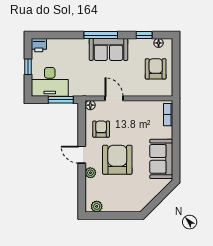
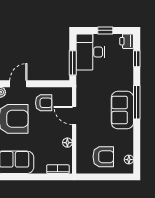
window: (144, 35) -> (137, 59), moved
door: (114, 98) -> (74, 115), swing flipped
floor lamp: (90, 105) -> (67, 143), moved

